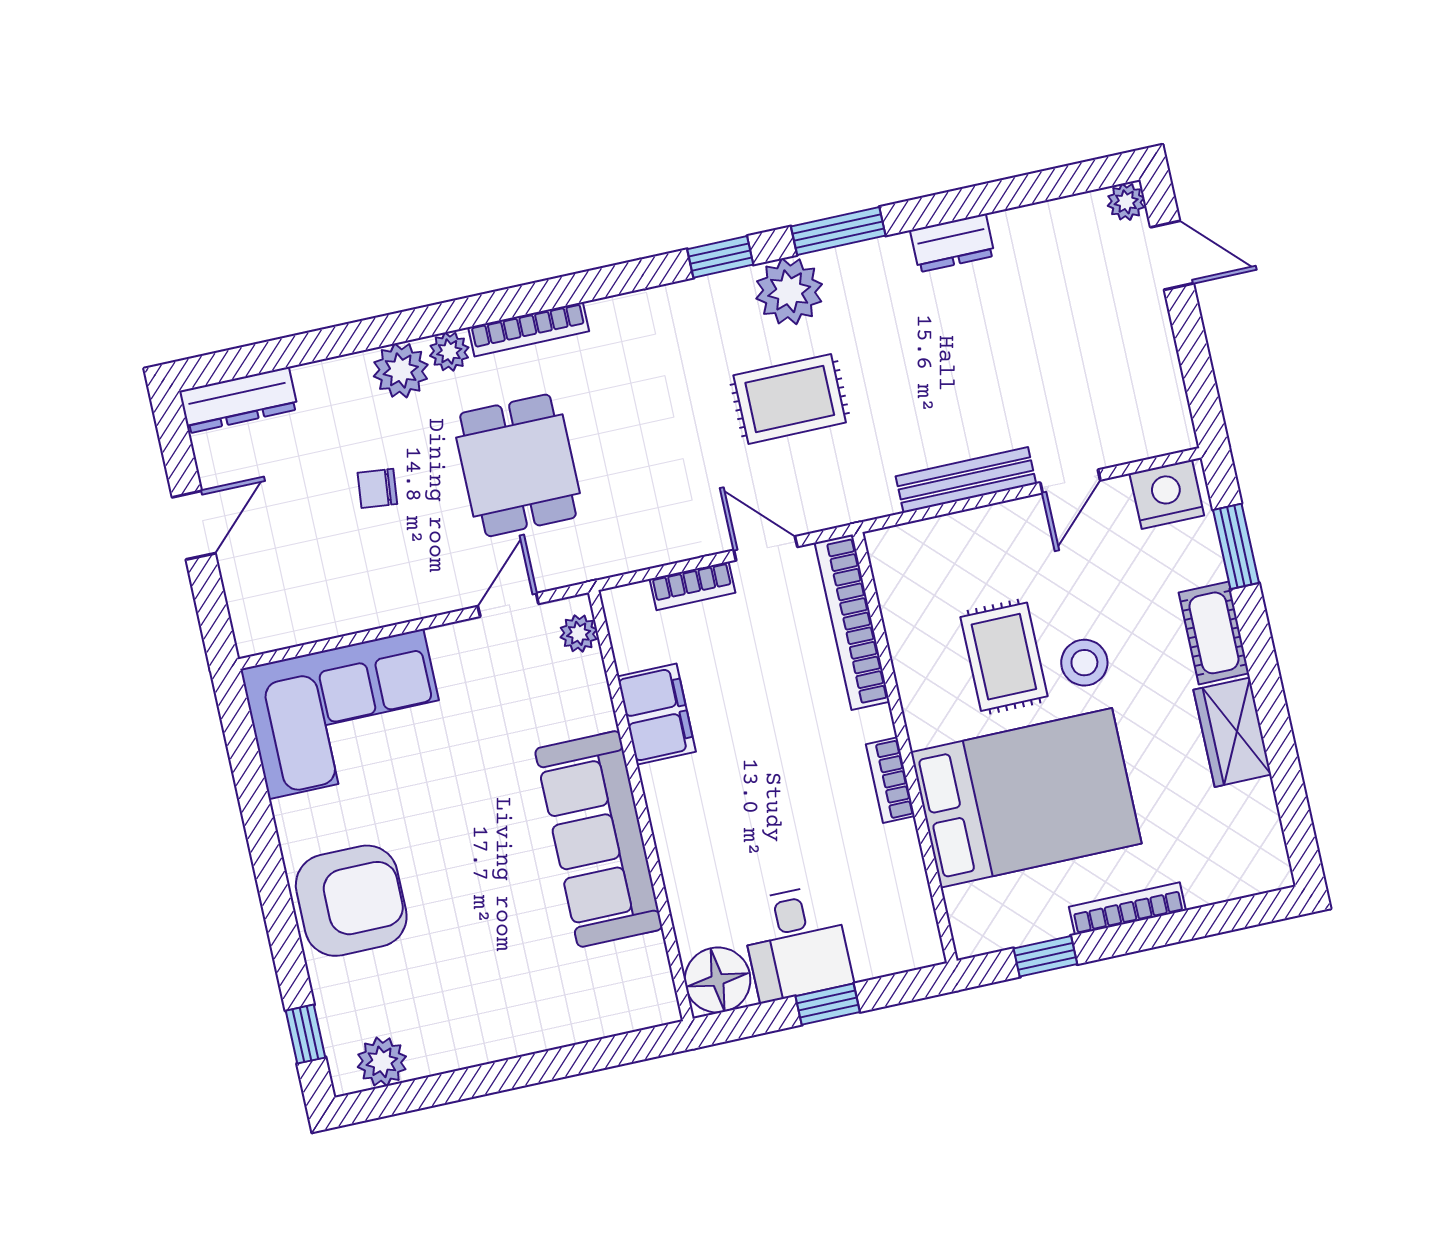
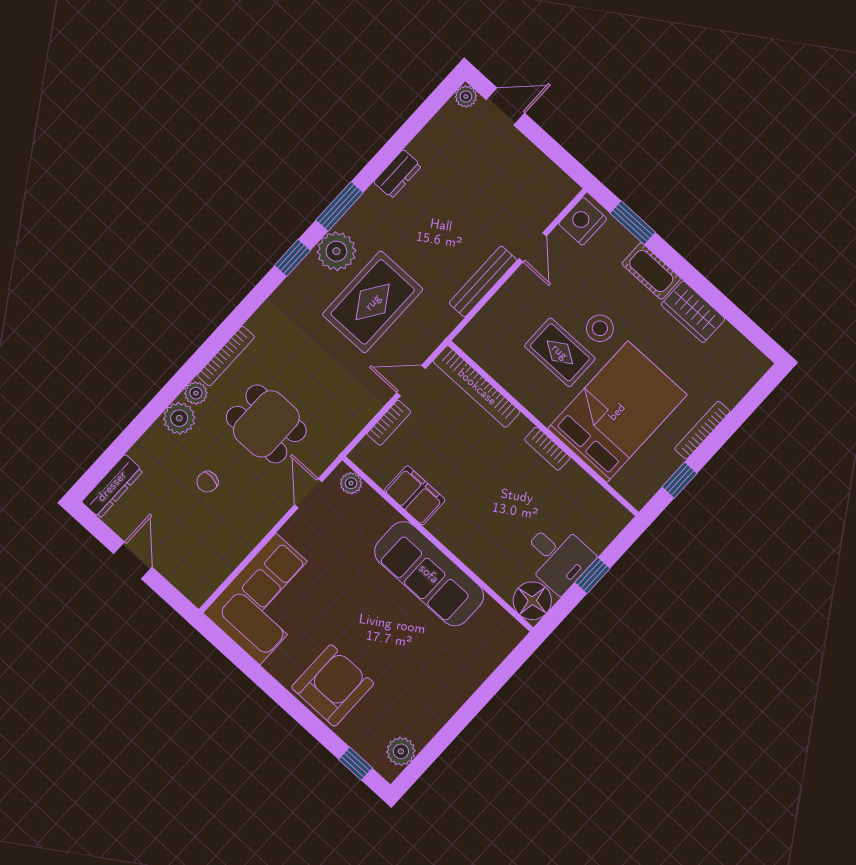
rug: (790, 399) -> (373, 302), width x1.36, depth x1.43

